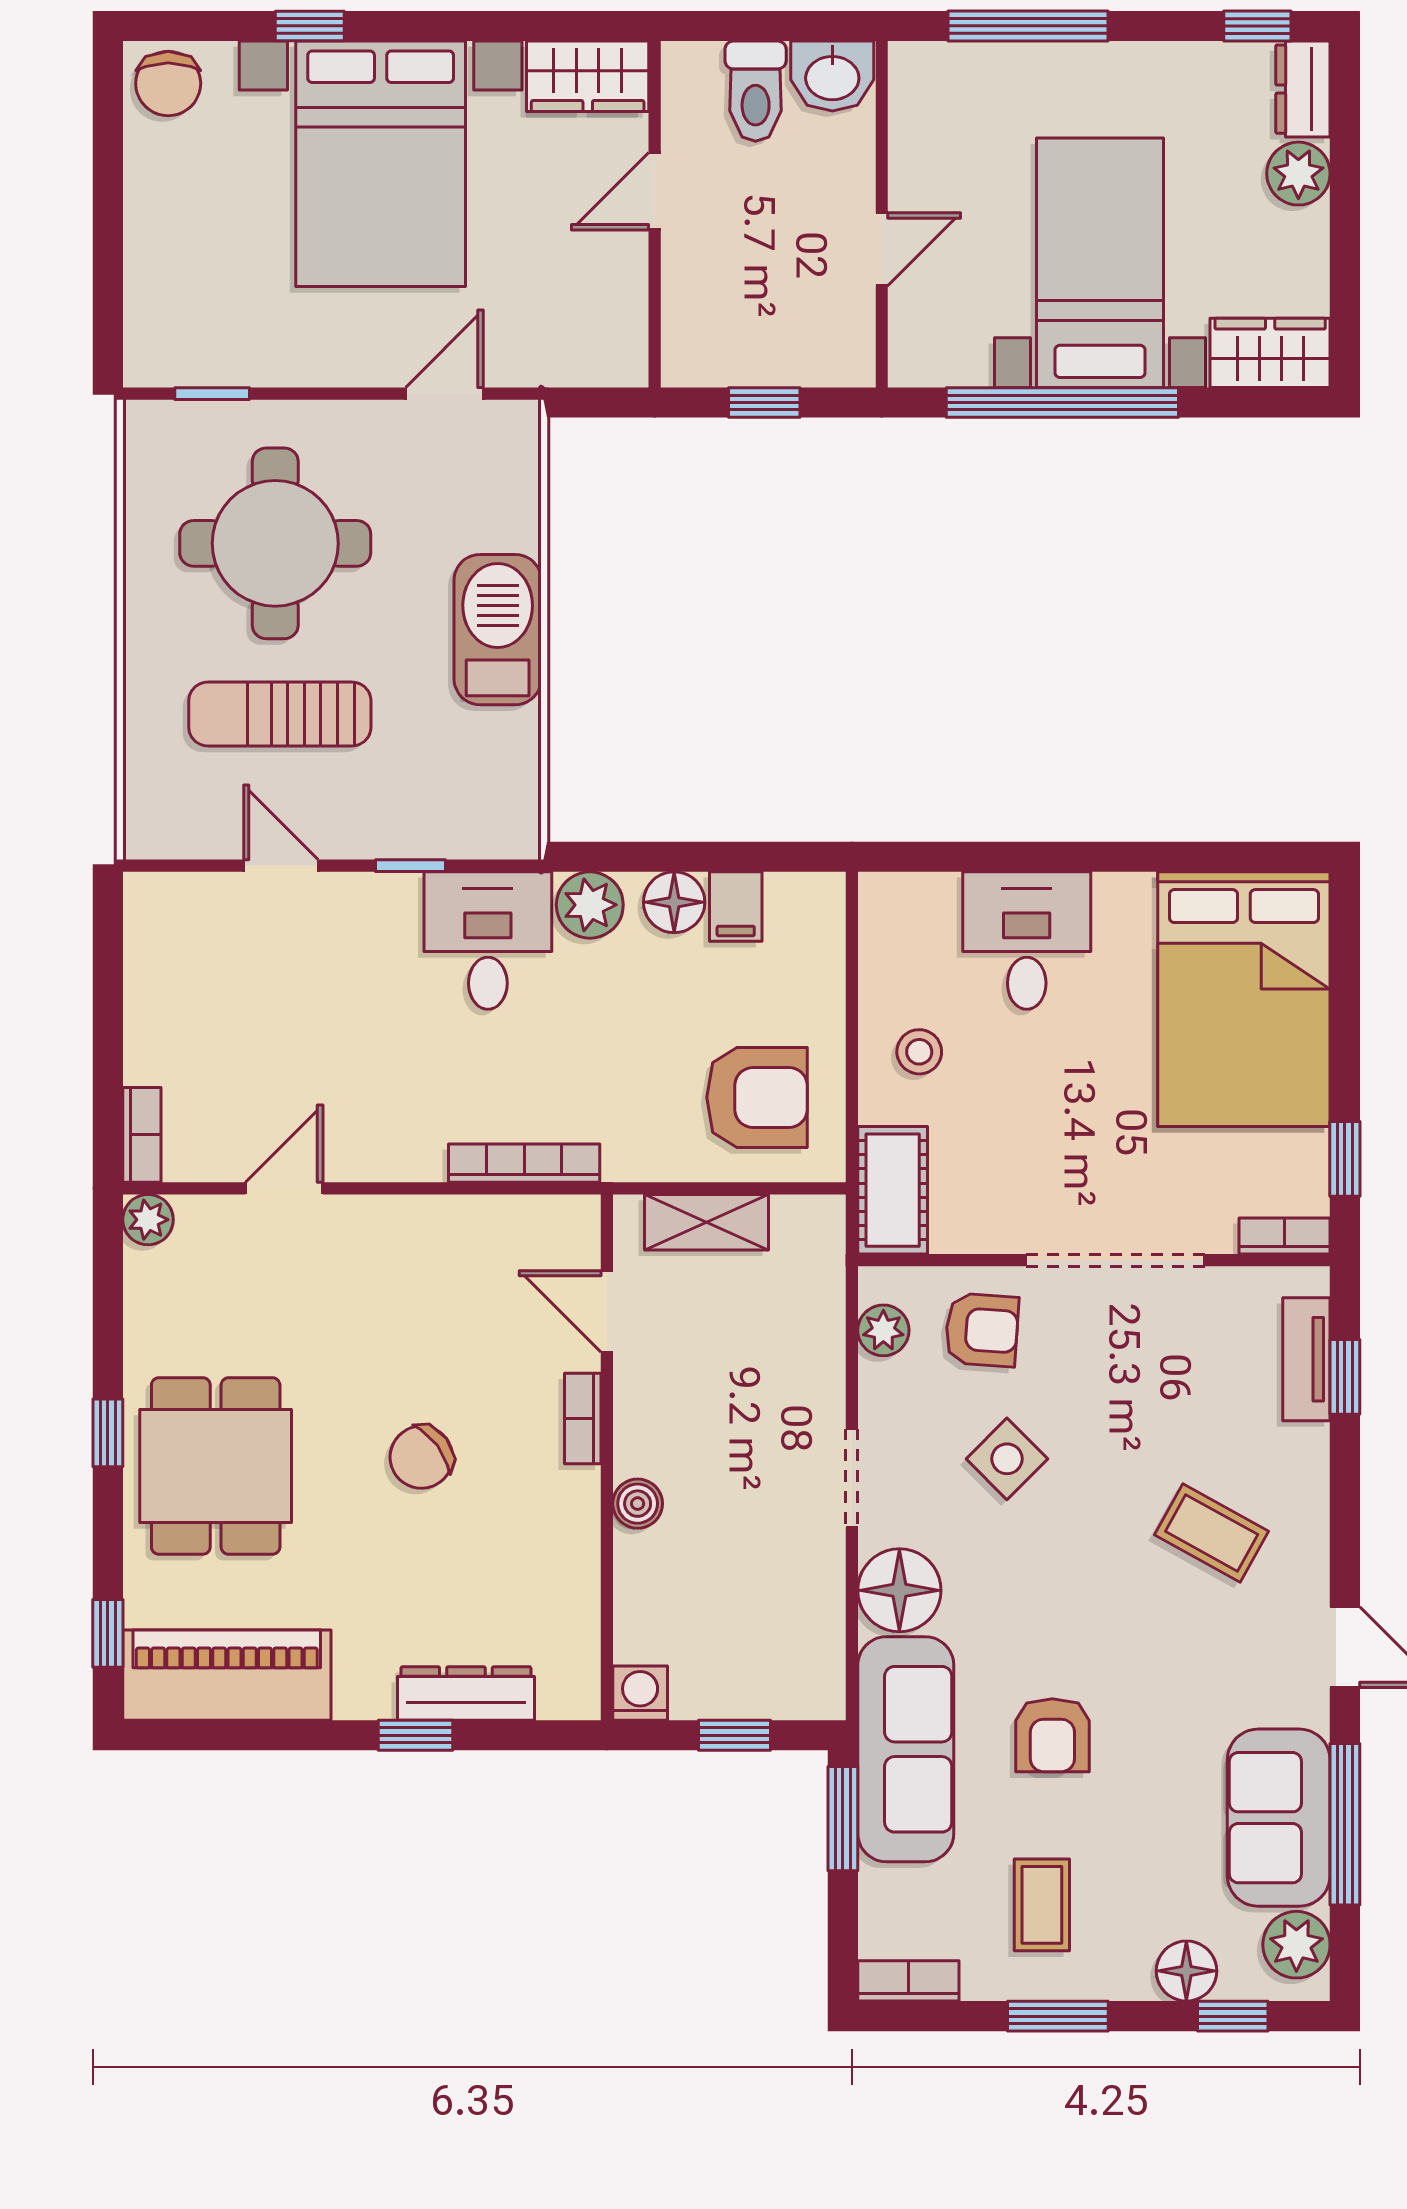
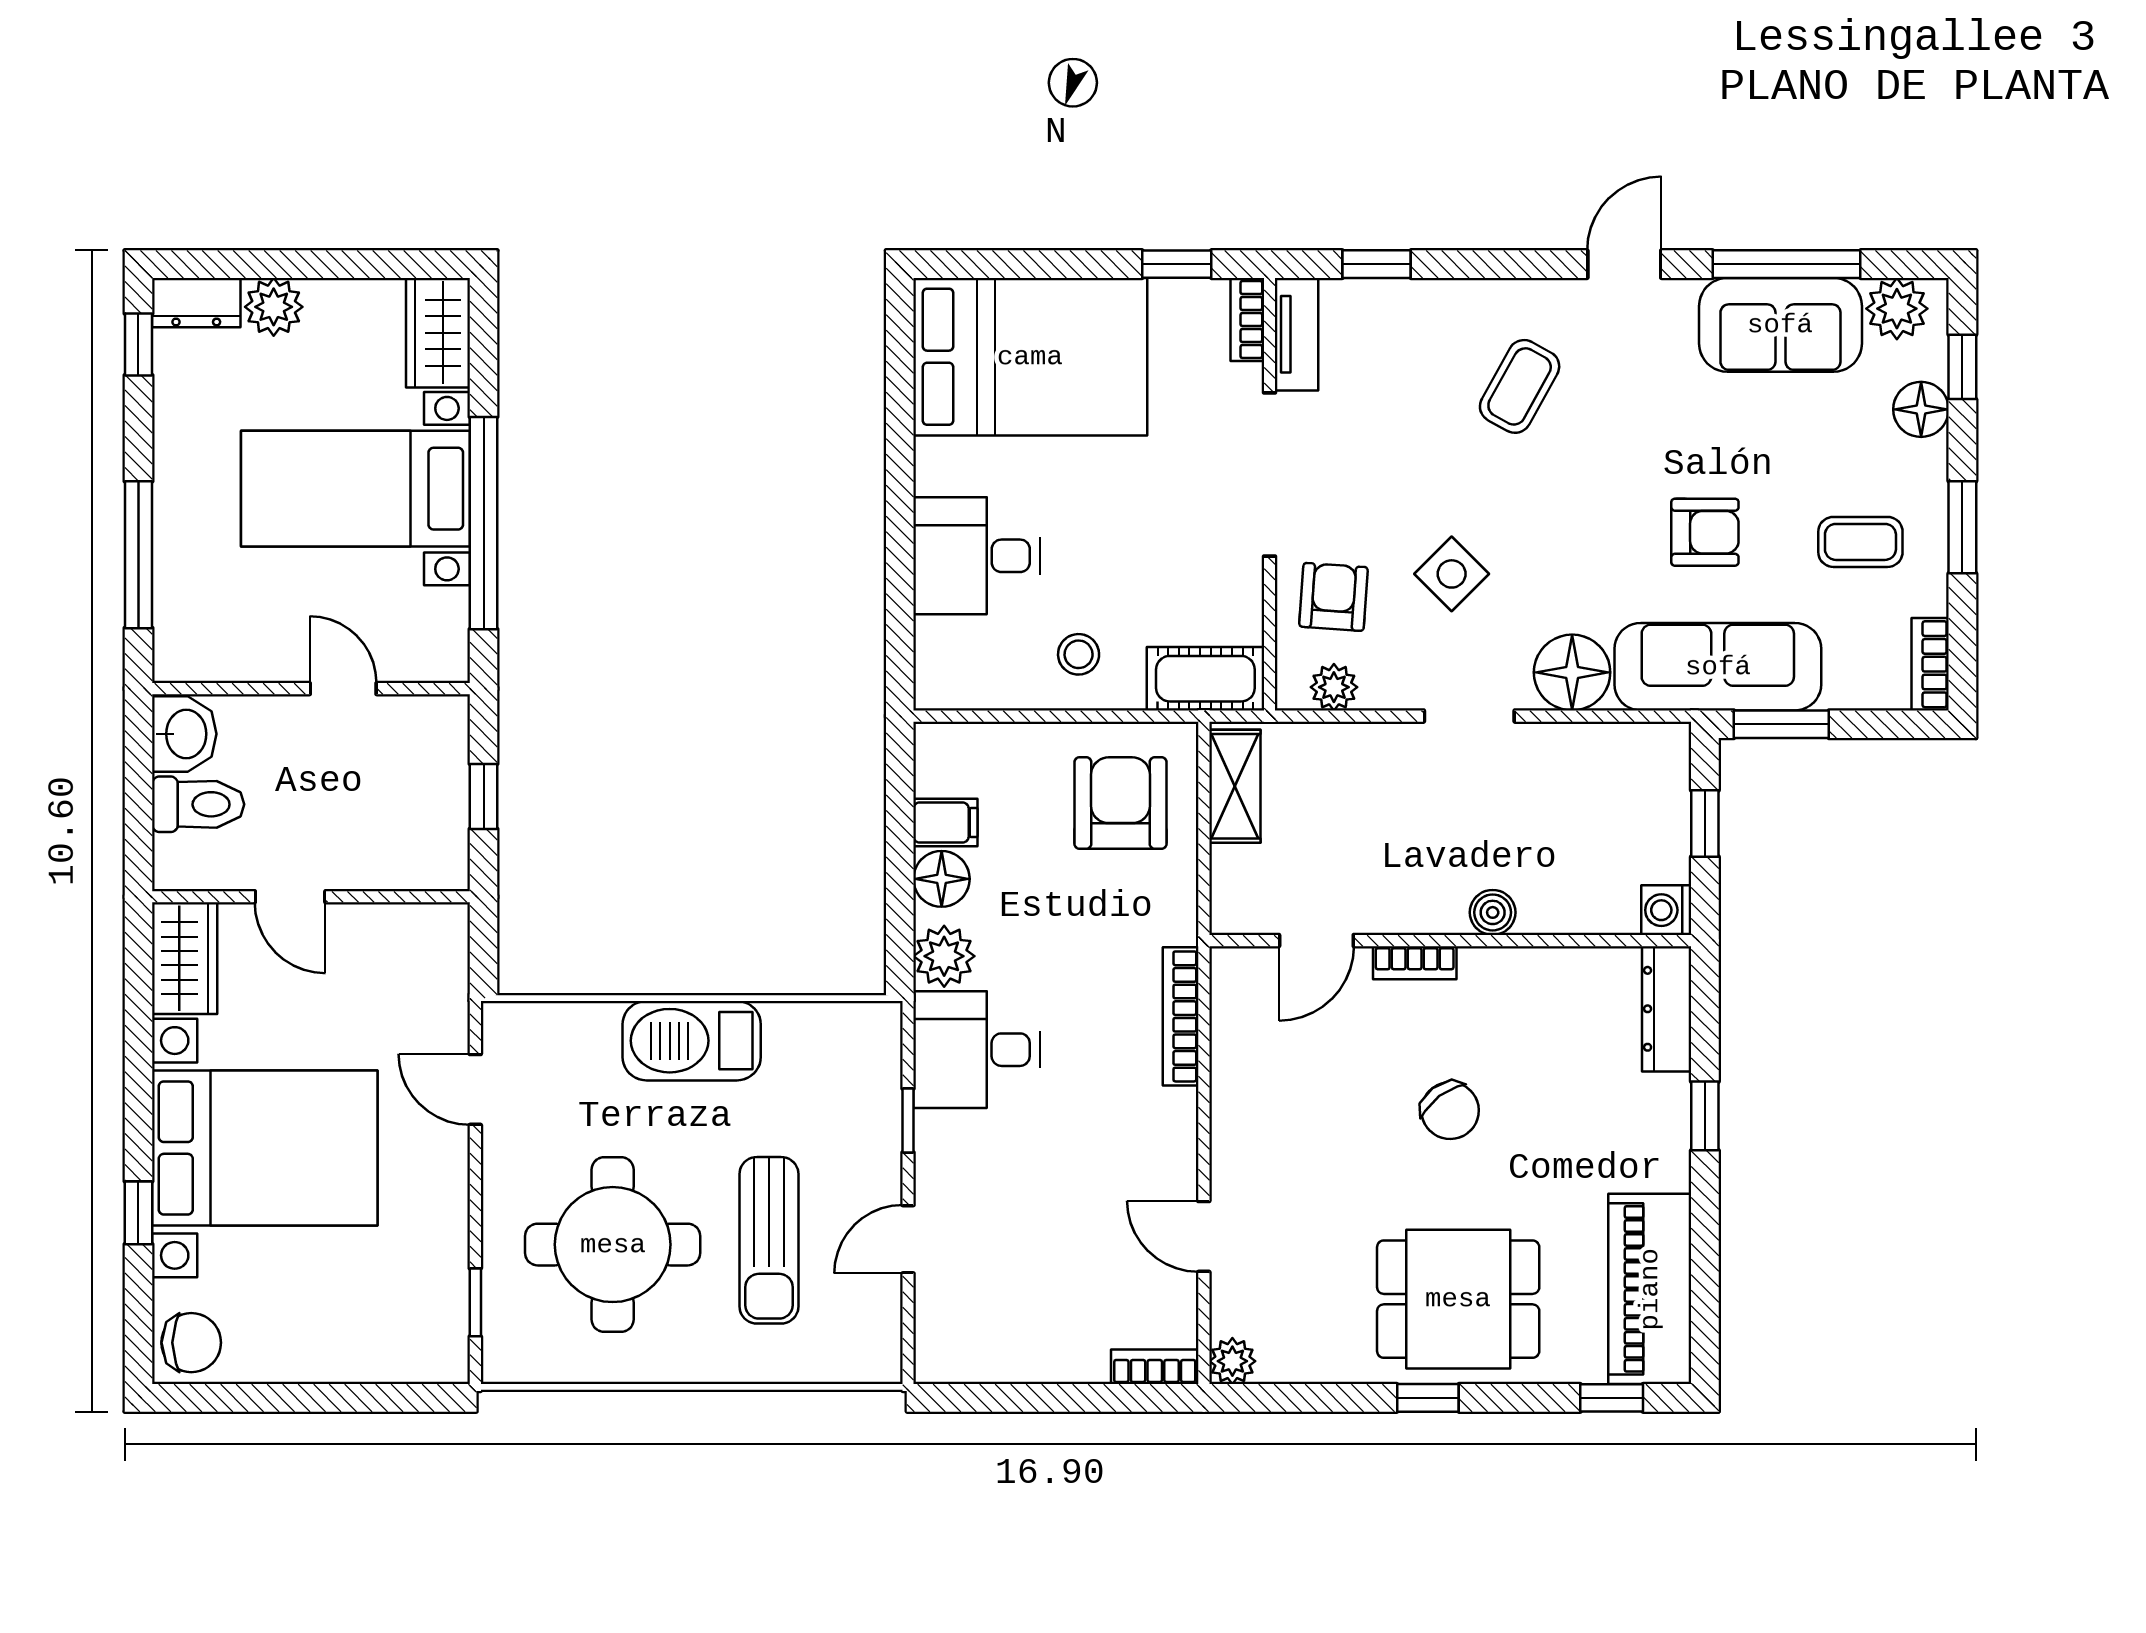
shelving: (707, 1222) -> (1235, 786), moved
tv unit: (1306, 1359) -> (1297, 334), moved, turned -90
dresser: (466, 1694) -> (1667, 1009), moved

